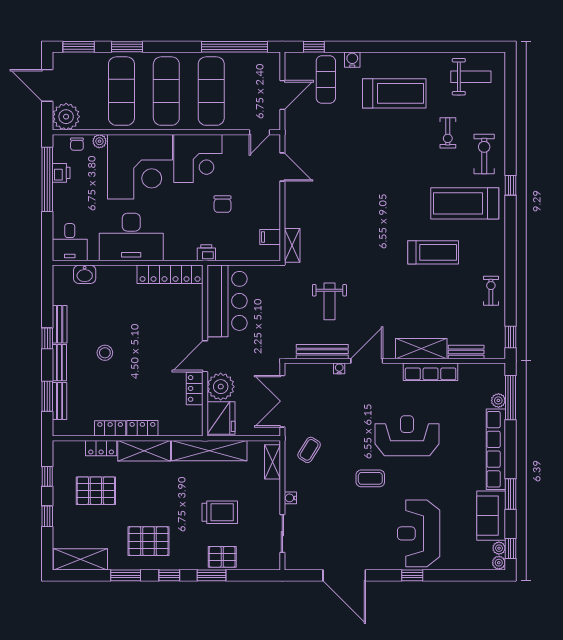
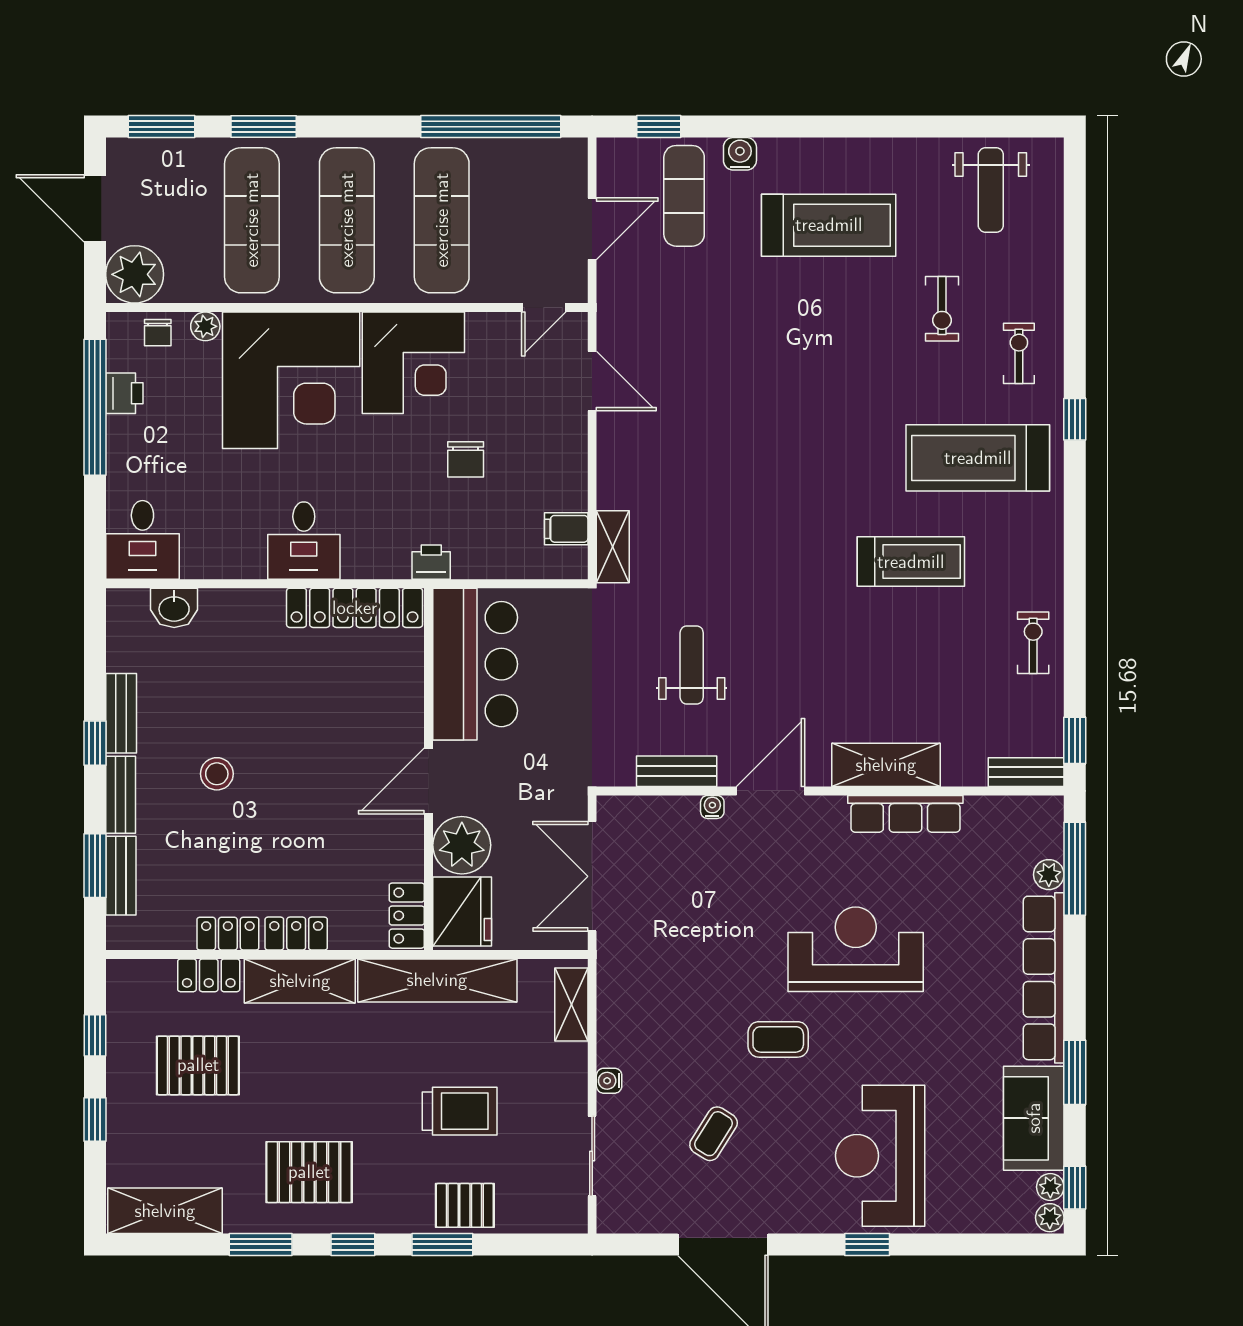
weight bench: (471, 77) -> (991, 190), turned 90
exercise bike: (484, 154) -> (1019, 353), width x0.73, depth x0.72
desk: (131, 237) -> (304, 541), width x0.53, depth x0.77
weight bench: (329, 301) -> (692, 665), turned 180
bench: (322, 352) -> (677, 771), width x0.73
bench: (466, 352) -> (1026, 772), moved
locker: (195, 388) -> (407, 916), moved
coffee table: (309, 450) -> (714, 1134), moved

